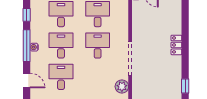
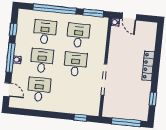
locker: (176, 45) -> (148, 66), width x1.53
plant: (122, 86) -> (94, 104), removed
window: (185, 86) -> (153, 99), moved

